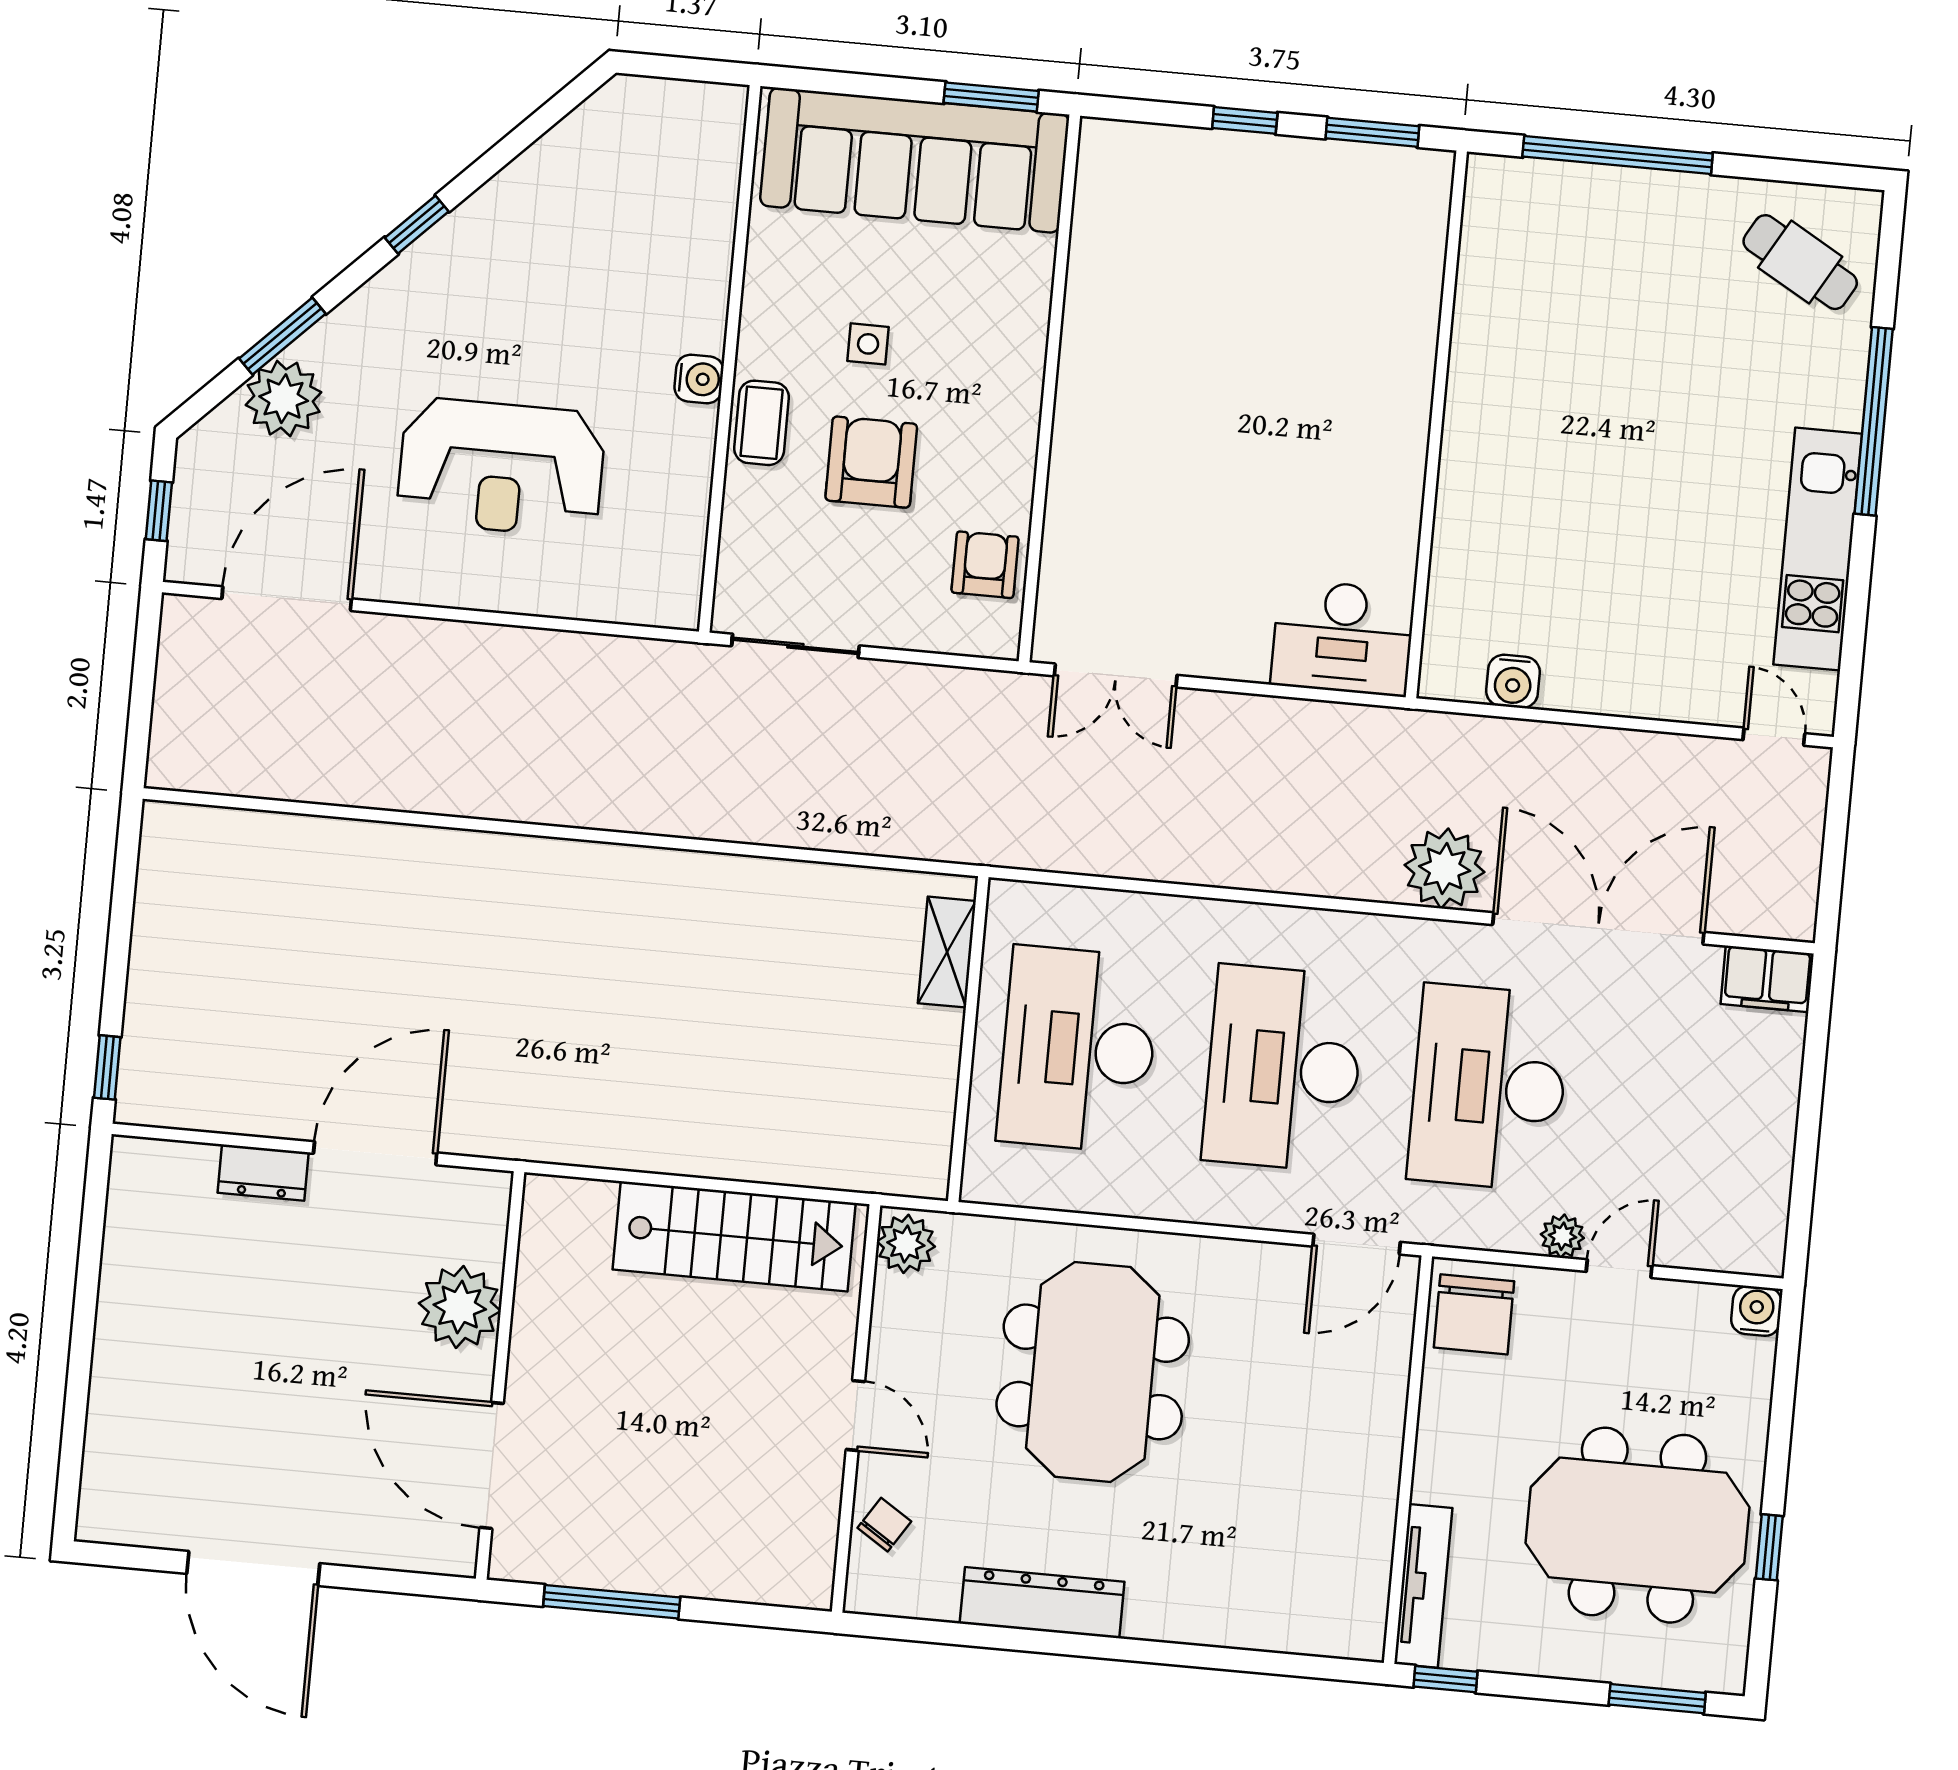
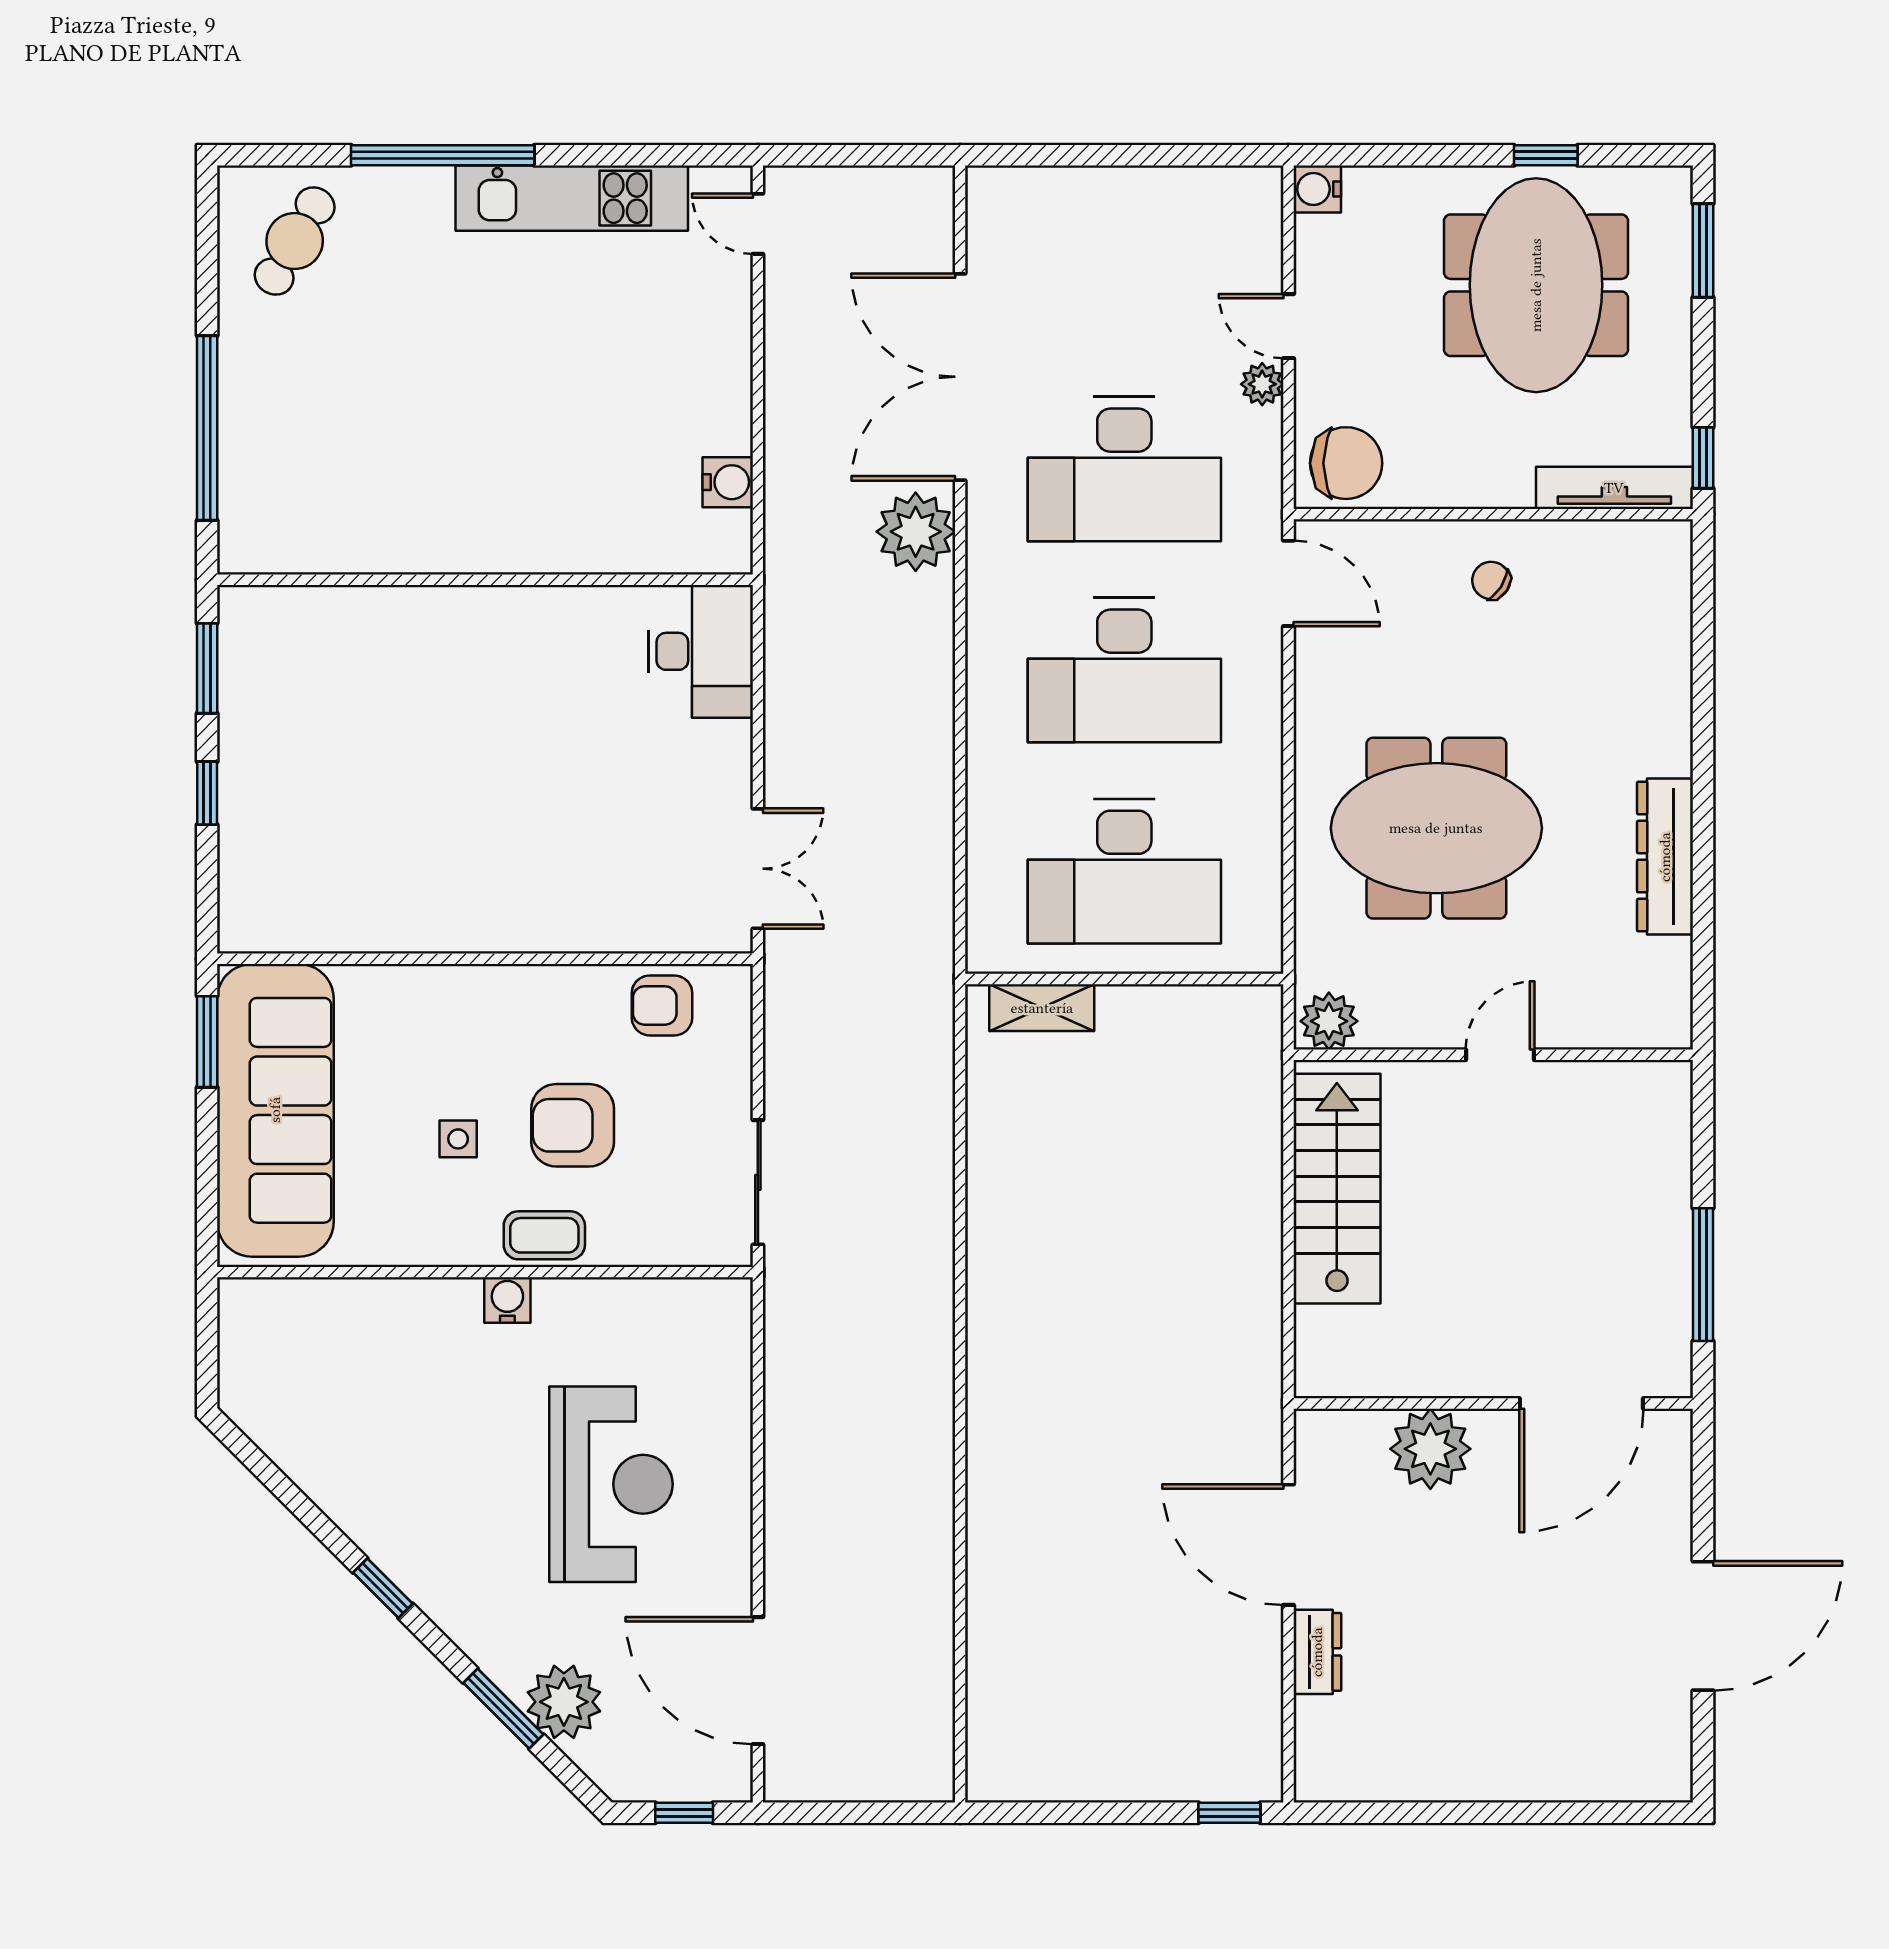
door: (1774, 737) -> (758, 224), hinge flipped
filing cabinet: (1767, 979) -> (994, 208), removed
chair: (884, 1525) -> (1491, 580), moved

